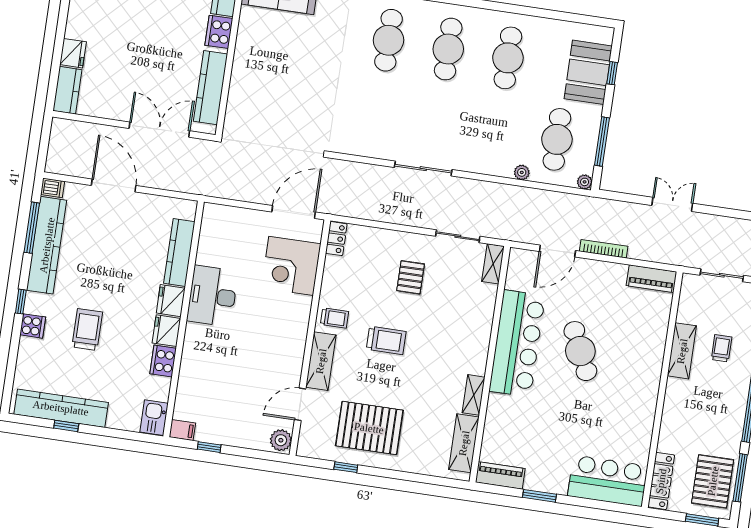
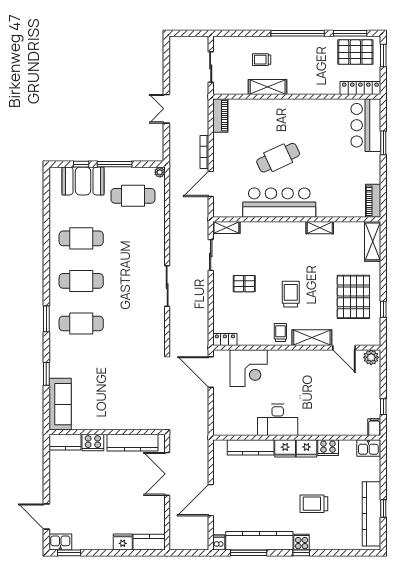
window: (602, 141) -> (115, 164), moved
plant: (522, 172) -> (160, 217), removed
door: (557, 251) -> (211, 184), swing flipped
cooker: (33, 326) -> (302, 542), moved
shelving: (464, 443) -> (373, 241), moved, turned 90
window: (540, 496) -> (383, 143), moved

